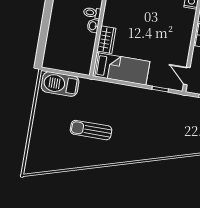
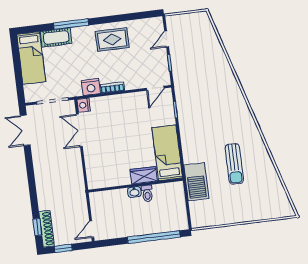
toilet: (92, 13) -> (147, 193), moved
window: (44, 31) -> (154, 237), added
barbecue: (60, 84) -> (196, 182), moved

